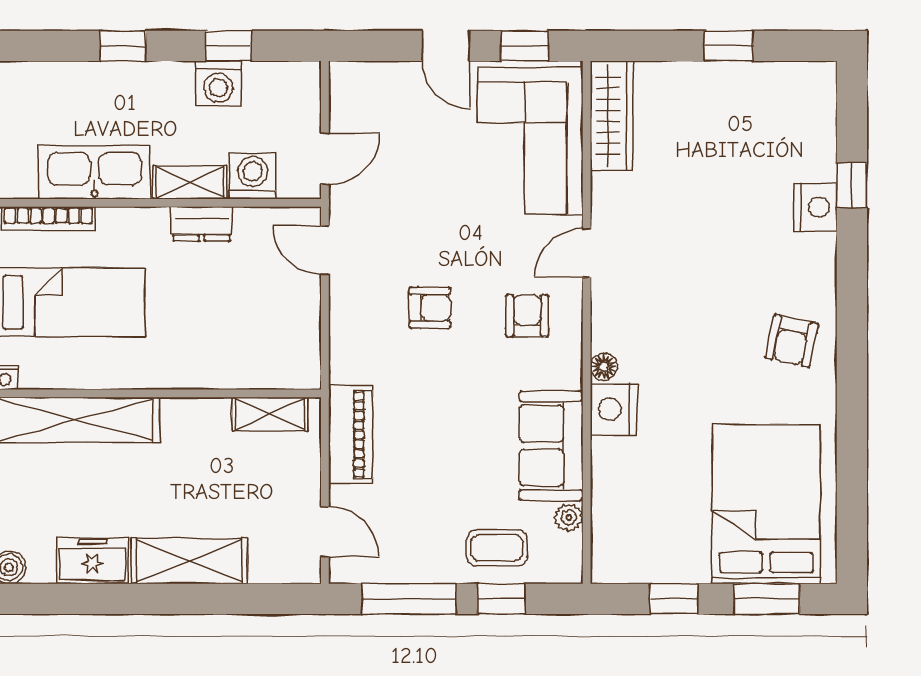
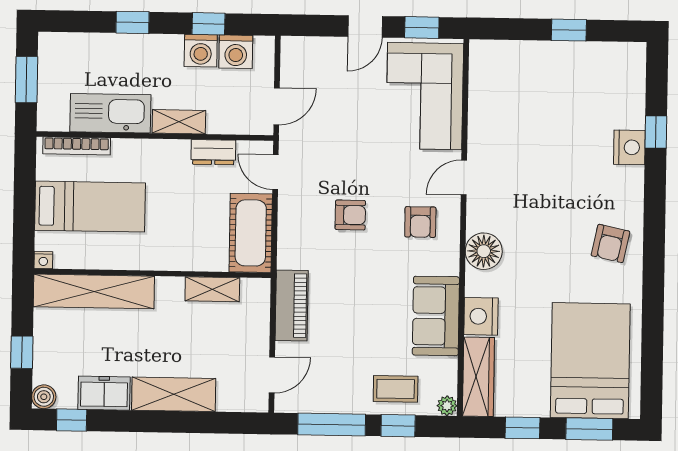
door: (446, 46) -> (365, 27), hinge flipped
wardrobe: (612, 116) -> (478, 377), moved
washing machine: (253, 176) -> (236, 52), moved, turned 180
dresser: (202, 224) -> (213, 152), moved
armchair: (527, 316) -> (420, 222), turned 180
cot: (292, 335) -> (251, 233), added
floor lamp: (604, 367) -> (484, 251), width x1.89, depth x1.89
nightstand: (614, 409) -> (481, 316), moved
shelving: (270, 414) -> (212, 289), moved
plant: (569, 518) -> (447, 406), moved
door: (325, 531) -> (272, 375), hinge flipped
window: (48, 599) -> (72, 420), added

